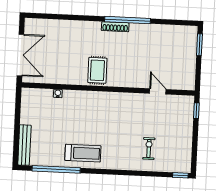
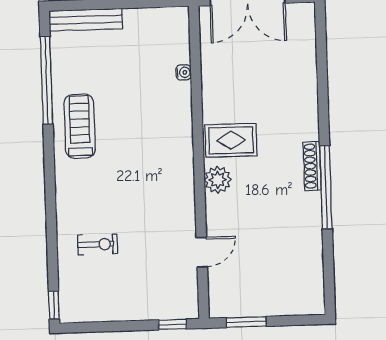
window: (199, 45) -> (246, 322), moved
plant: (119, 79) -> (218, 180), added
treadmill: (83, 153) -> (80, 126), turned 180

